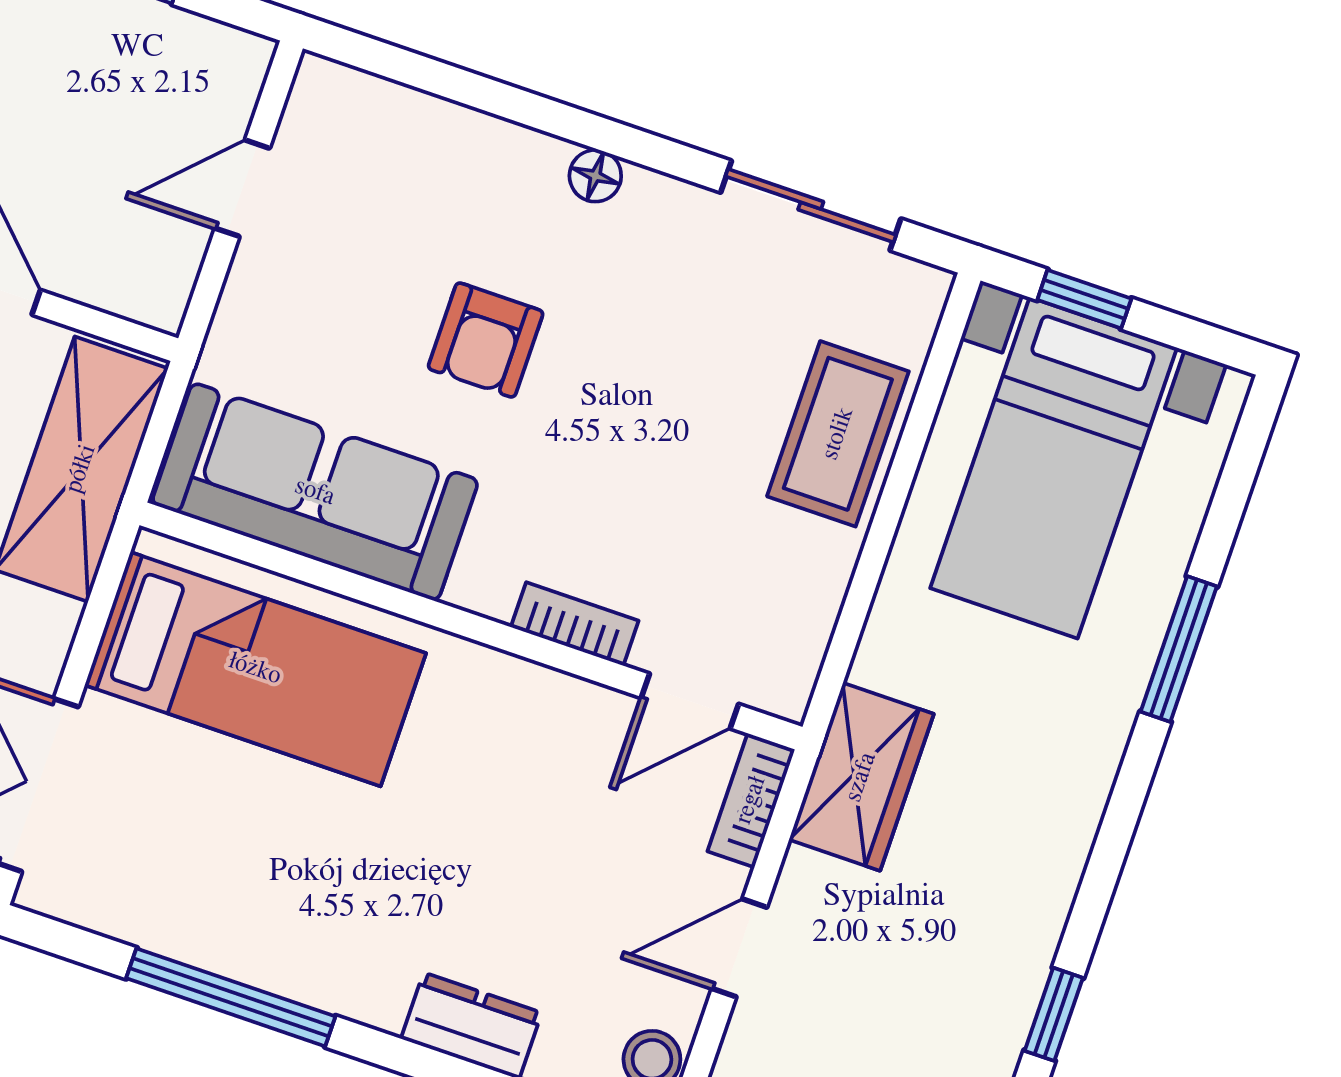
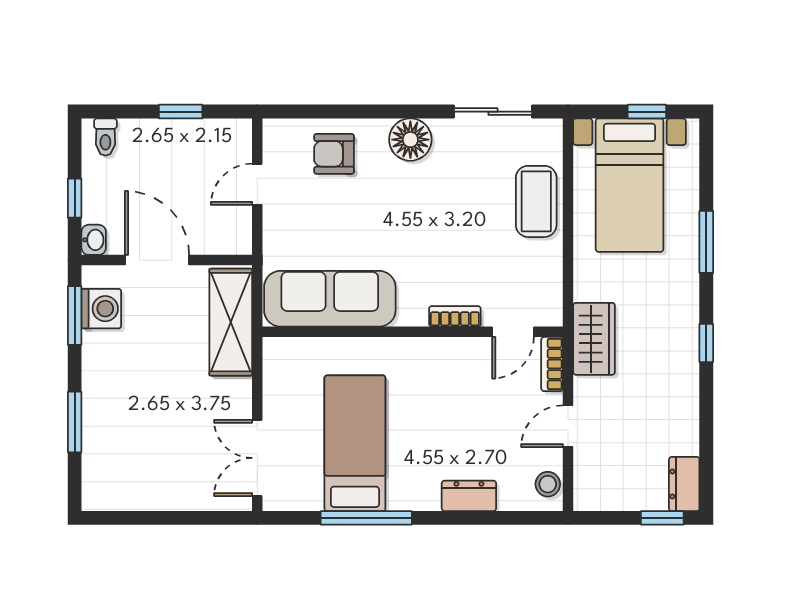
floor lamp: (595, 176) -> (410, 140), width x1.89, depth x1.89
window: (1084, 299) -> (647, 112), moved
armchair: (486, 340) -> (334, 154), moved, turned 90
bed: (255, 669) -> (355, 443), moved, turned -90
window: (1054, 1014) -> (706, 343), moved

